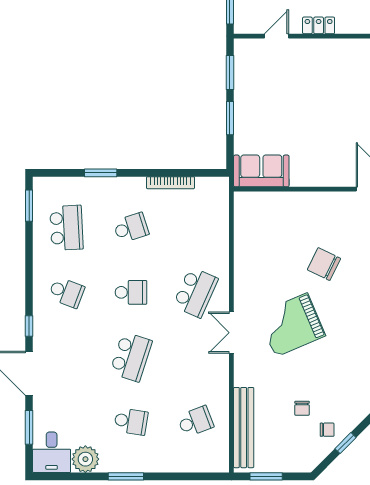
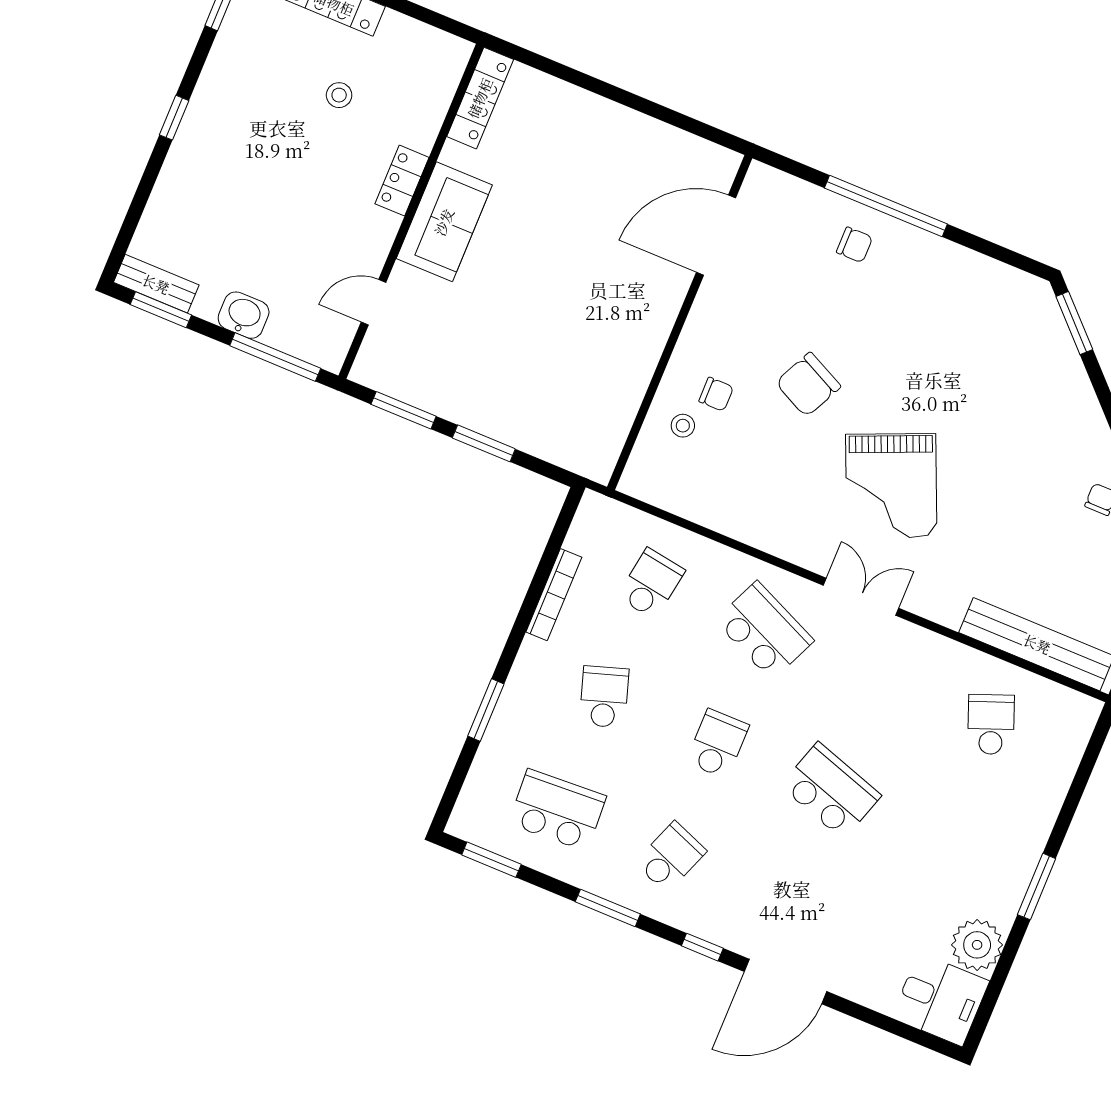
locker: (319, 25) -> (402, 181), moved
door: (276, 36) -> (374, 302), hinge flipped
sofa: (261, 171) -> (444, 222), moved, turned 180
stool: (279, 211) -> (683, 426), added
double door: (231, 333) -> (861, 597), swing flipped
chair: (302, 408) -> (716, 394), moved
school desk: (131, 421) -> (651, 584), moved
window: (29, 427) -> (608, 908), moved

